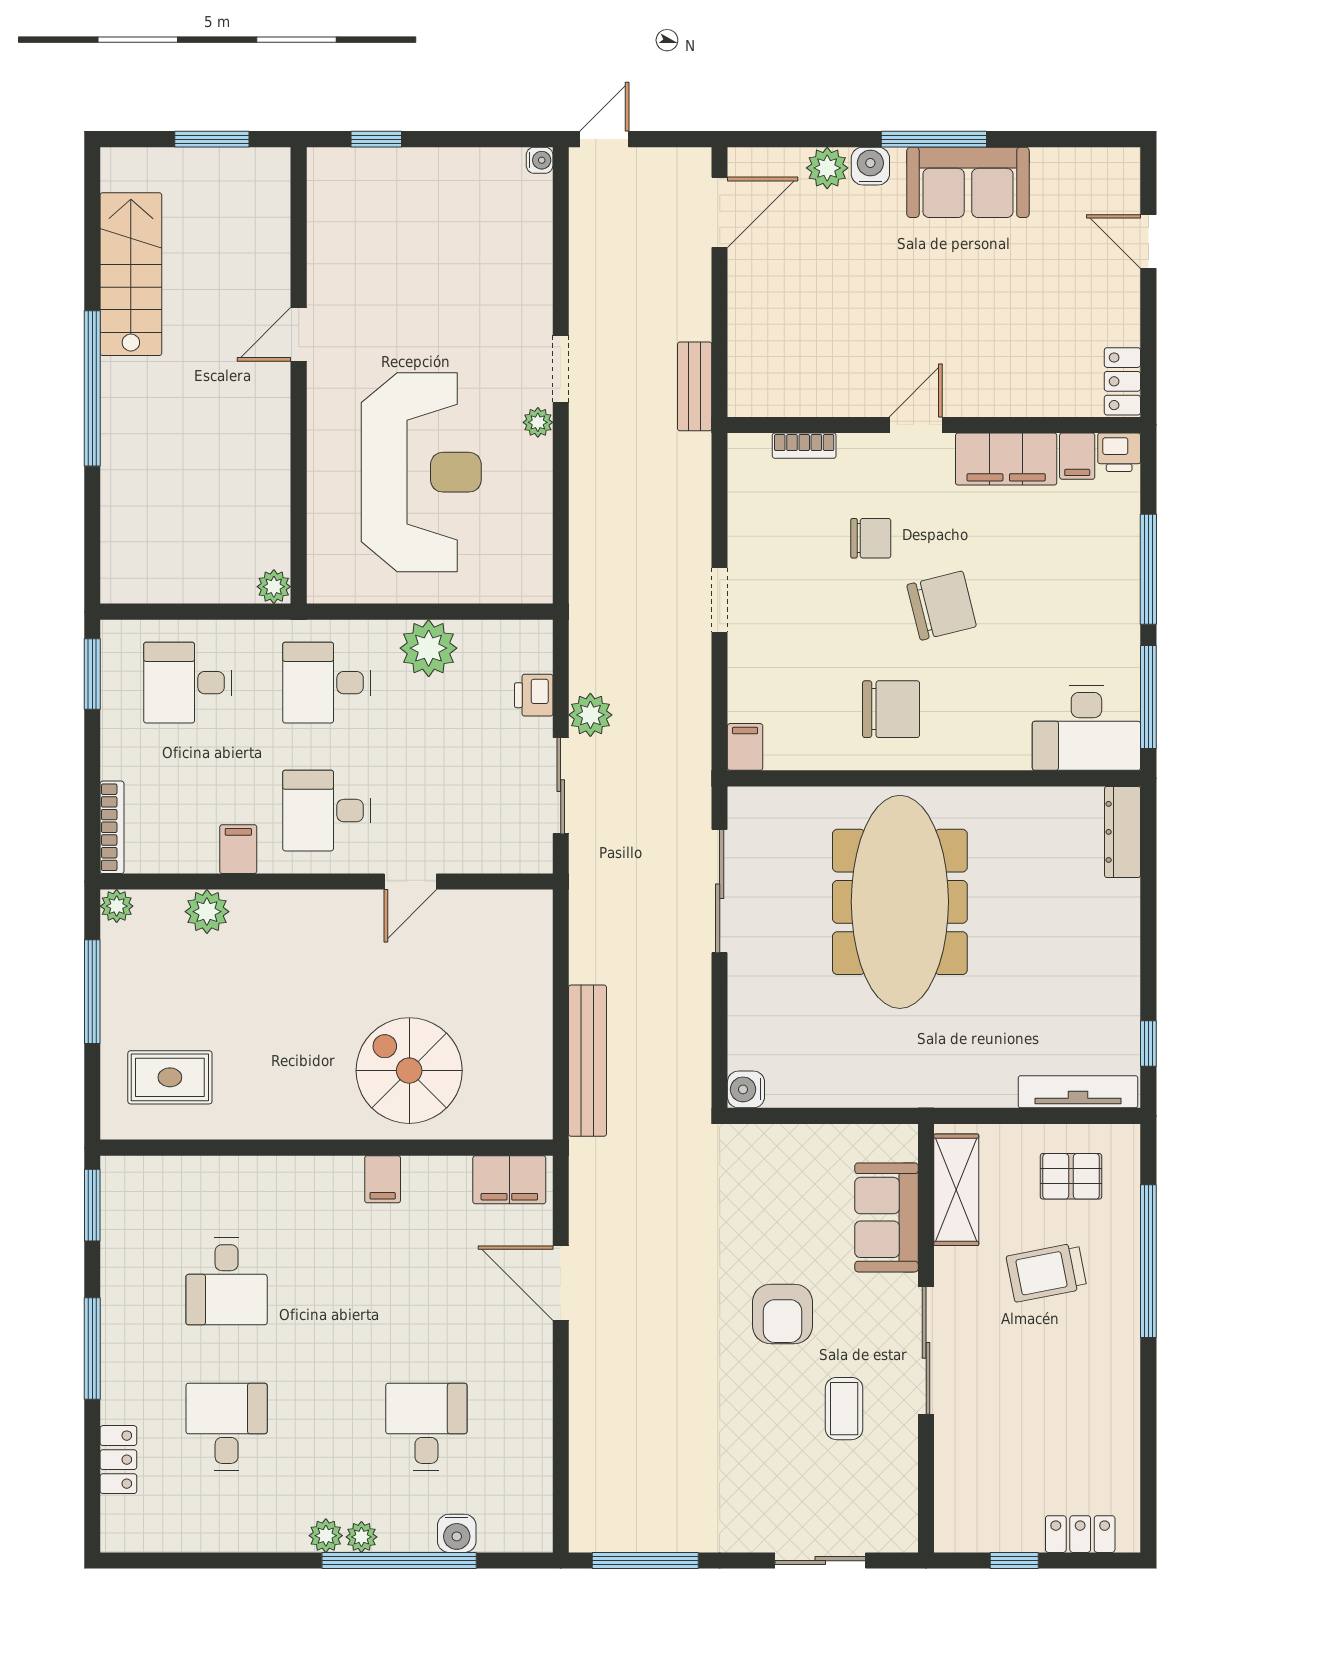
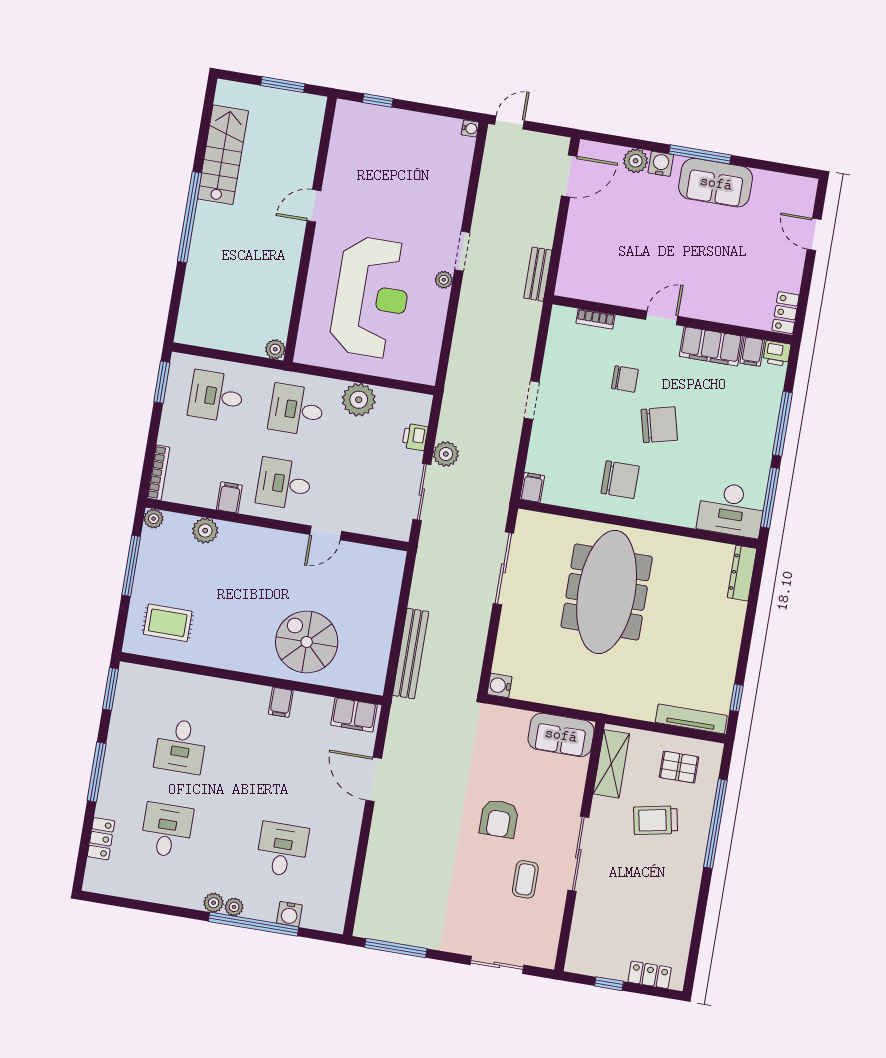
sofa: (887, 1217) -> (561, 735), moved, turned -90

